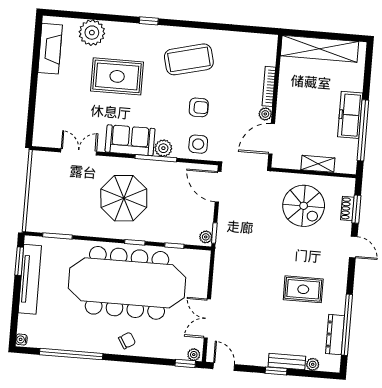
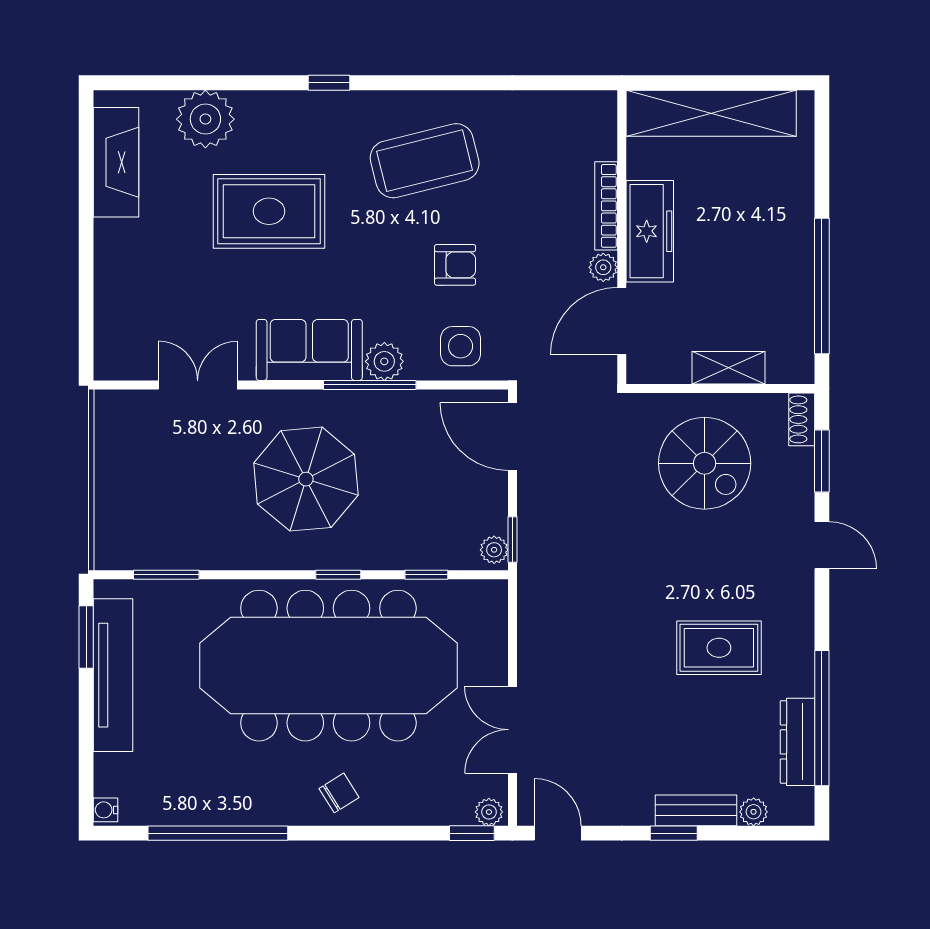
freezer: (350, 115) -> (650, 231), moved, turned 180
shoe rack: (347, 209) -> (802, 419), moved

